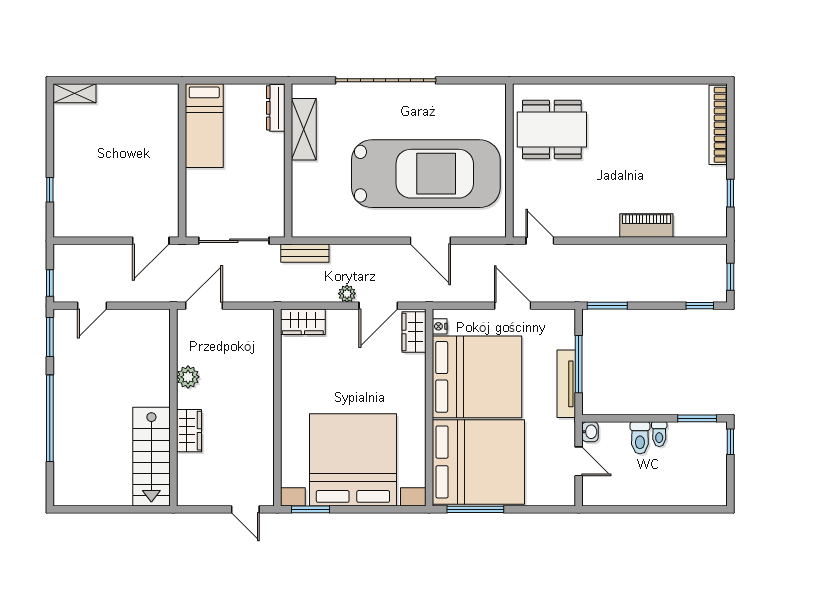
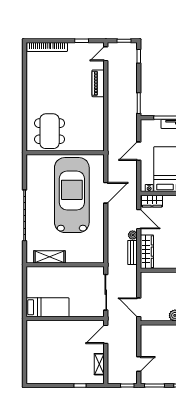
shelving: (75, 93) -> (99, 364), moved
dresser: (276, 108) -> (39, 271), removed
door: (151, 241) -> (106, 334), swing flipped
door: (540, 241) -> (106, 54), moved
bench: (305, 253) -> (132, 252), moved
door: (92, 306) -> (139, 364), hinge flipped
wardrobe: (303, 322) -> (147, 252), width x1.50

